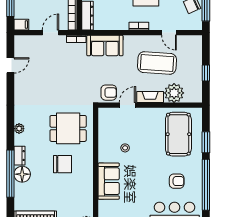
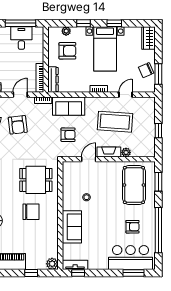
door: (169, 33) -> (126, 95), swing flipped
armchair: (48, 66) -> (18, 125), added
armchair: (109, 93) -> (68, 135), moved
plant: (174, 93) -> (126, 152), width x0.53, depth x0.53
window: (206, 142) -> (158, 182), moved

